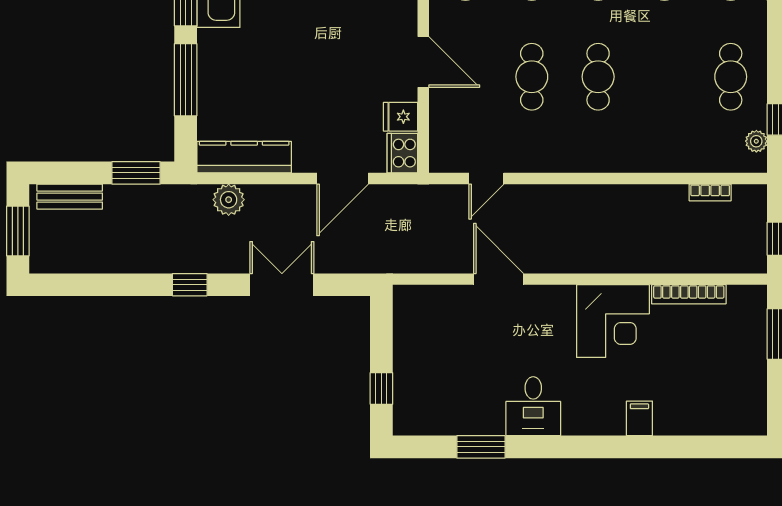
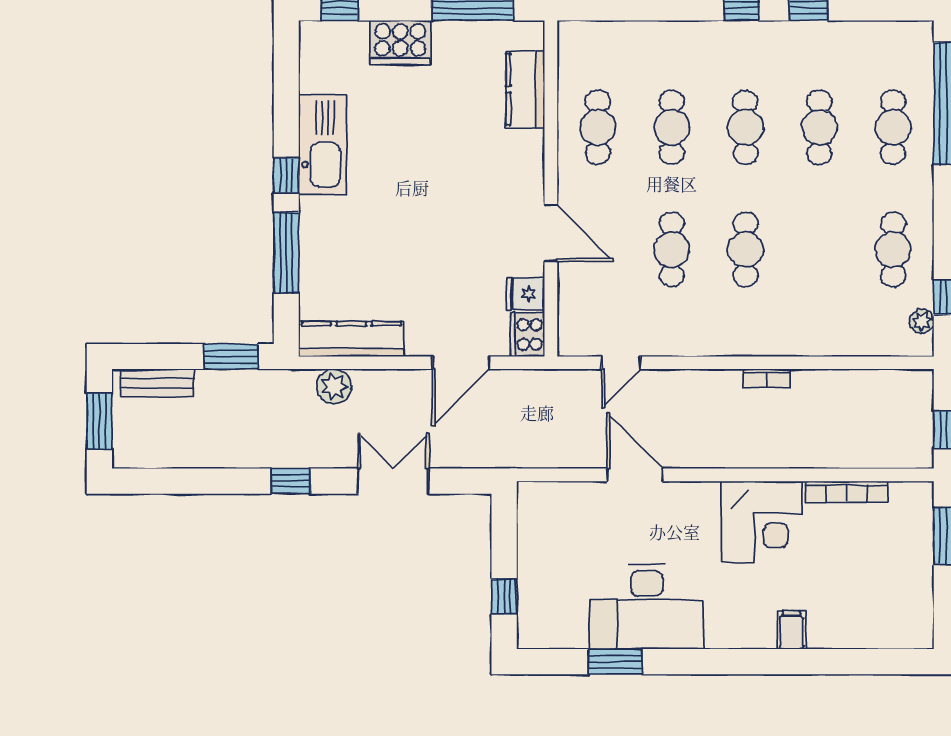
bookcase: (710, 192) -> (767, 378), moved
desk: (533, 406) -> (647, 607), width x1.87, depth x1.30

